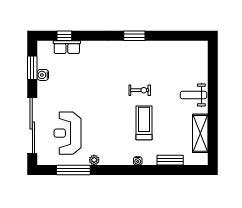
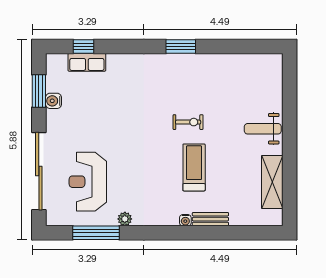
bench: (170, 160) -> (210, 219), moved

